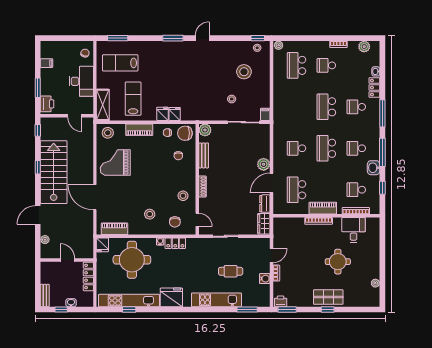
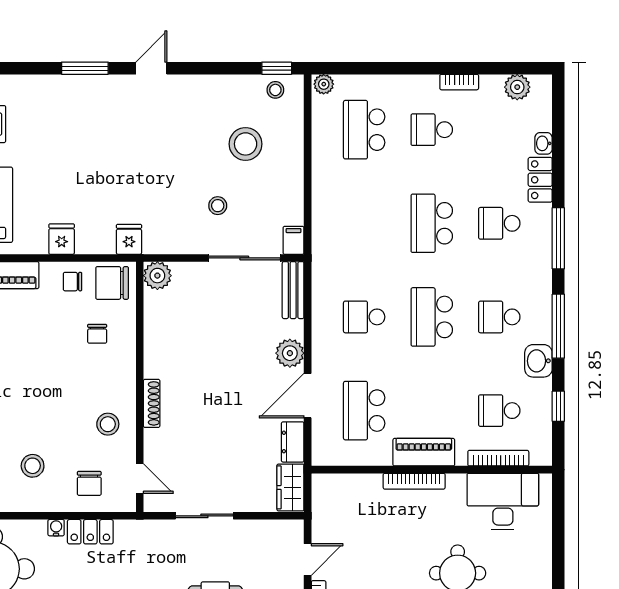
fridge: (175, 114) -> (129, 239), moved
bench: (204, 155) -> (293, 290), moved
desk: (354, 230) -> (503, 501), width x1.37

